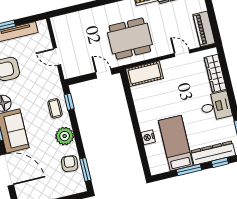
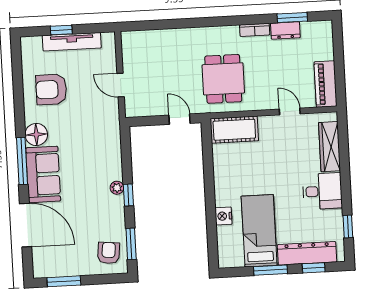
dining table: (130, 39) -> (223, 79), width x0.73
window: (69, 102) -> (128, 195), moved
coffee table: (55, 108) -> (105, 154), removed
plant: (65, 136) -> (117, 188), width x0.53, depth x0.53
armchair: (70, 164) -> (108, 253), moved

